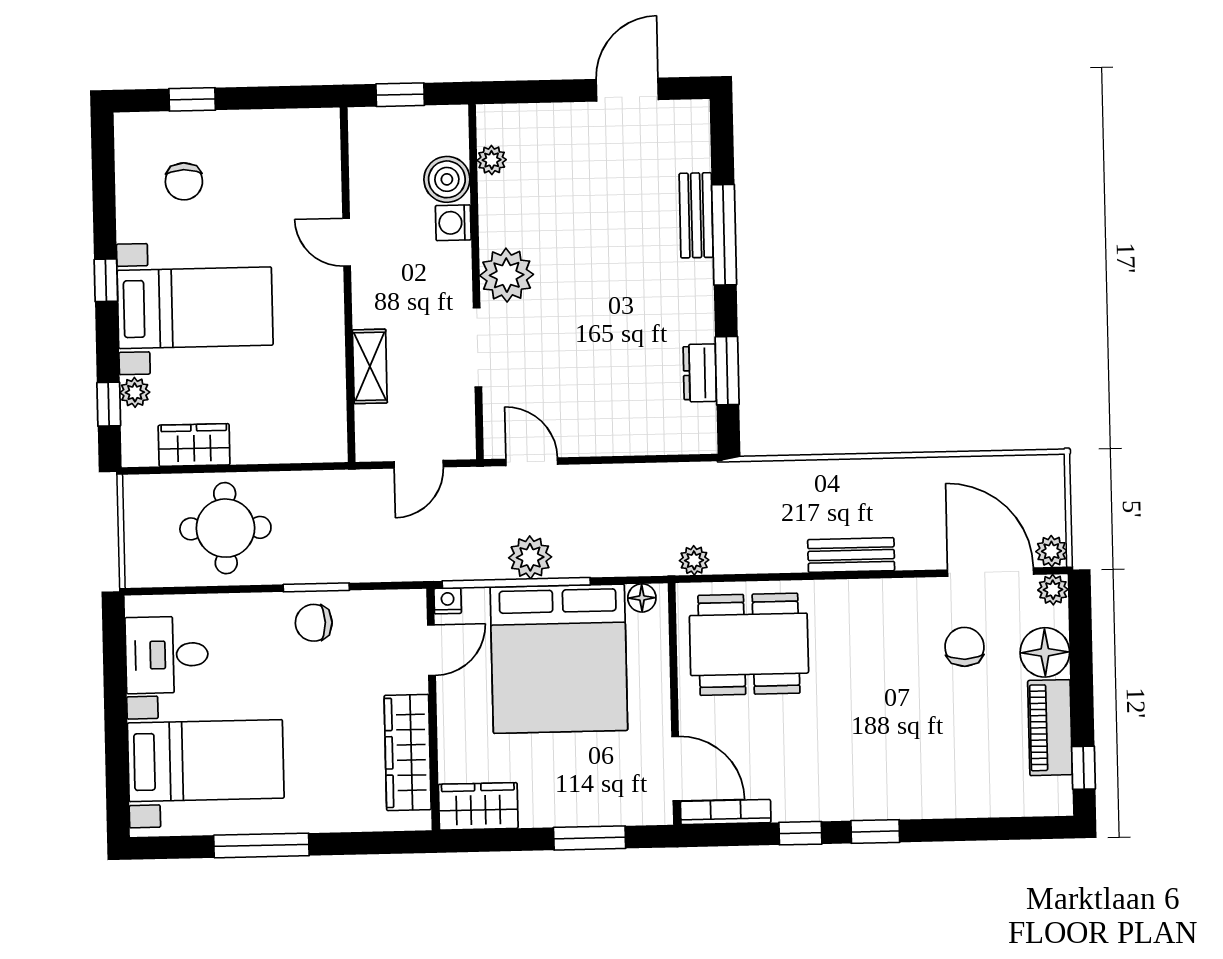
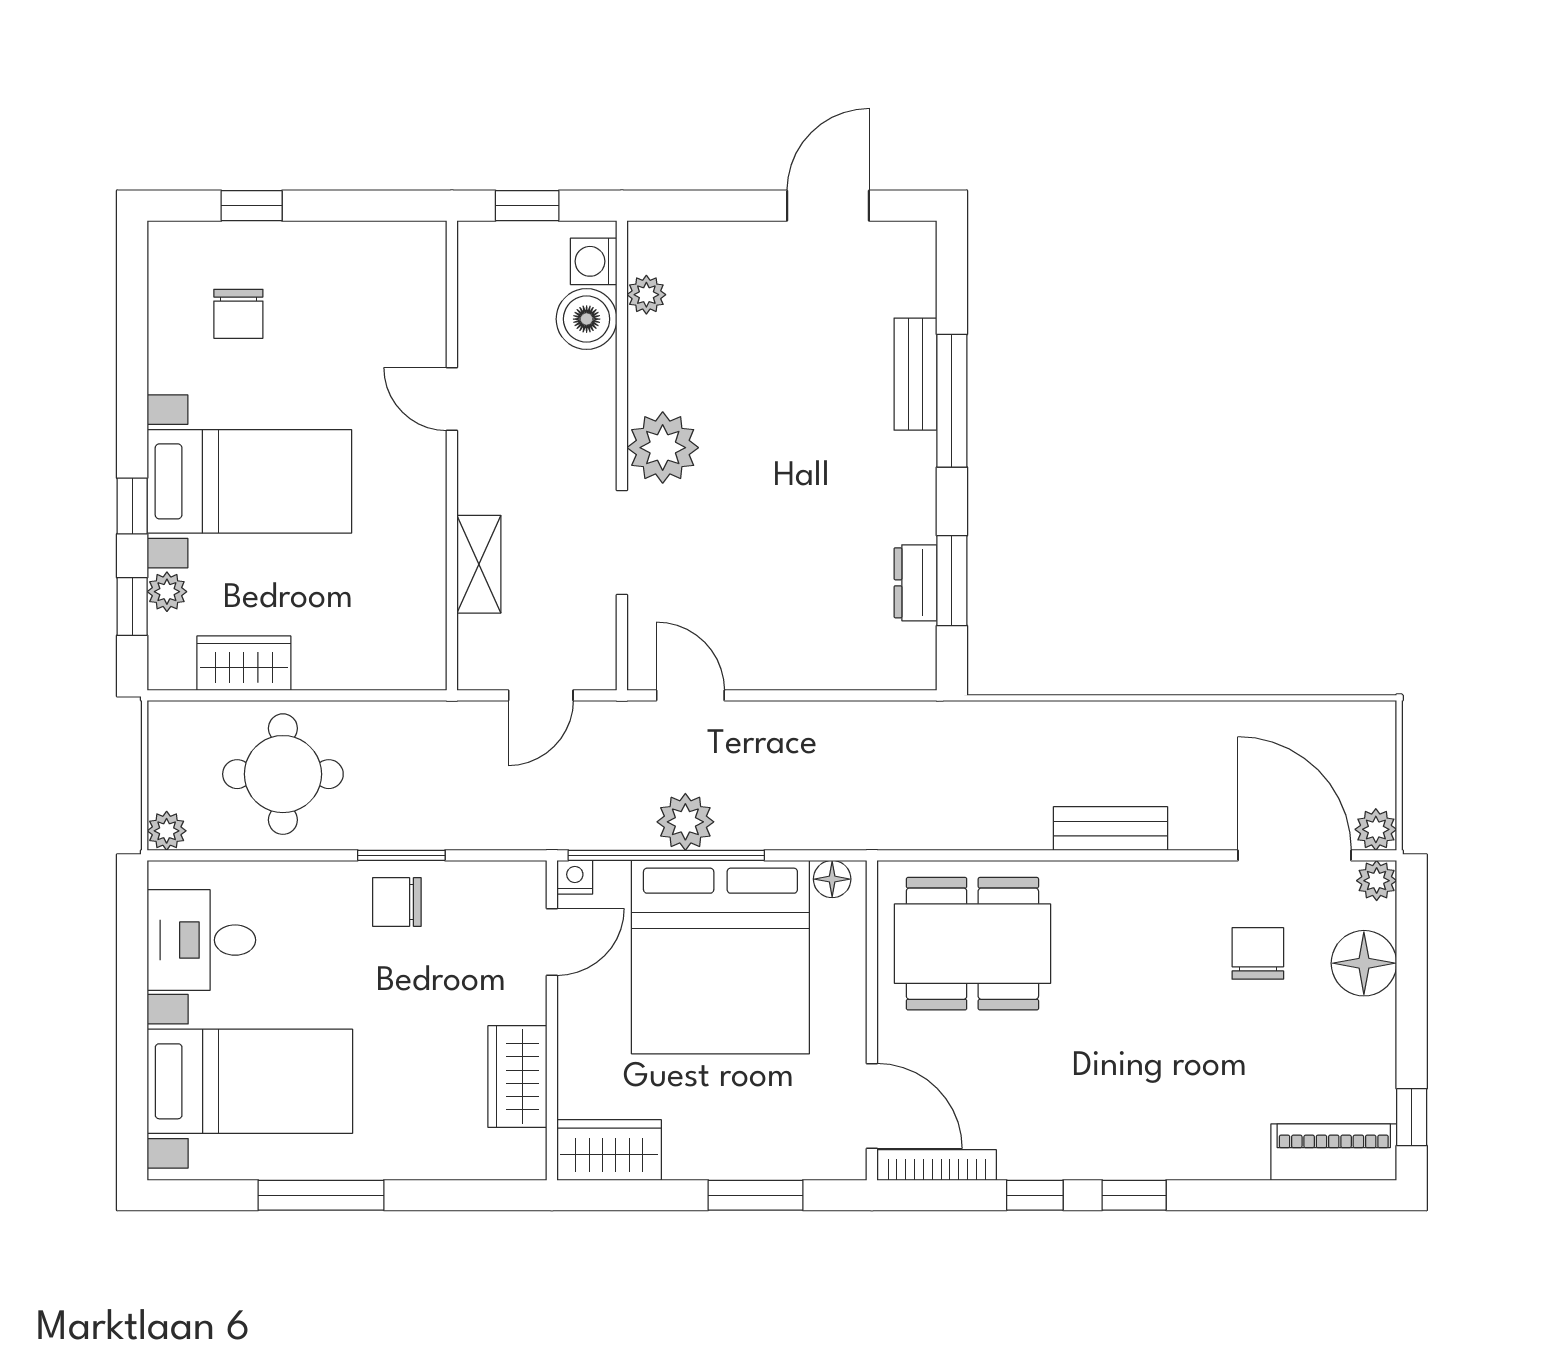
washing machine: (453, 223) -> (594, 261), moved
window: (106, 280) -> (132, 506), moved
plant: (694, 560) -> (167, 831), moved
piano: (1050, 728) -> (1334, 1152), moved, turned 90
wardrobe: (408, 752) -> (517, 1077), width x0.67

